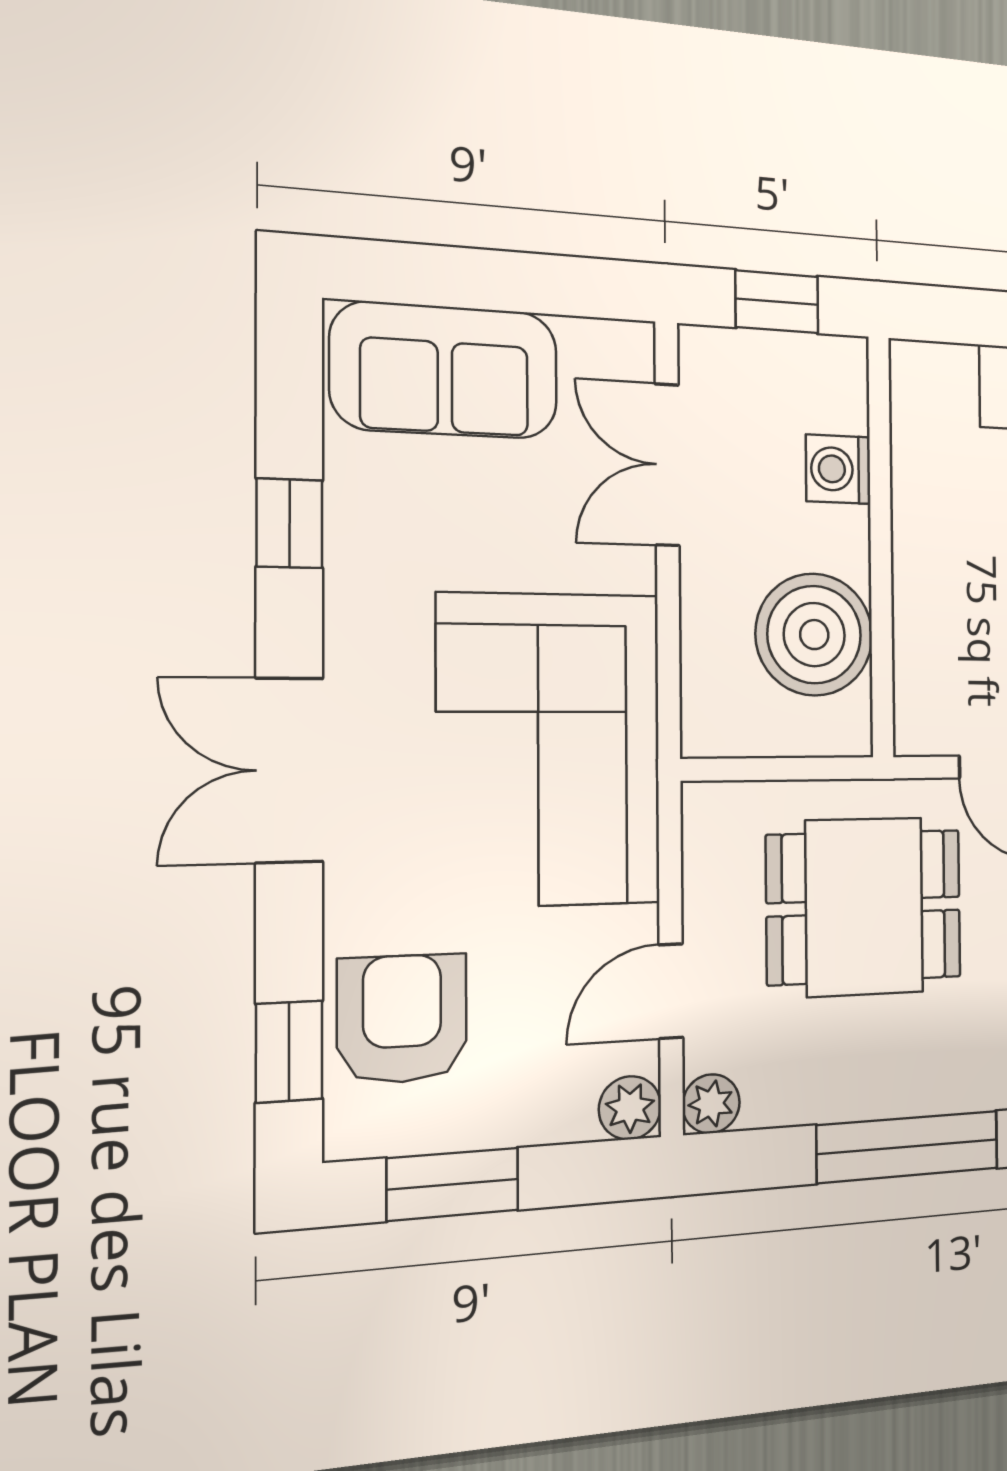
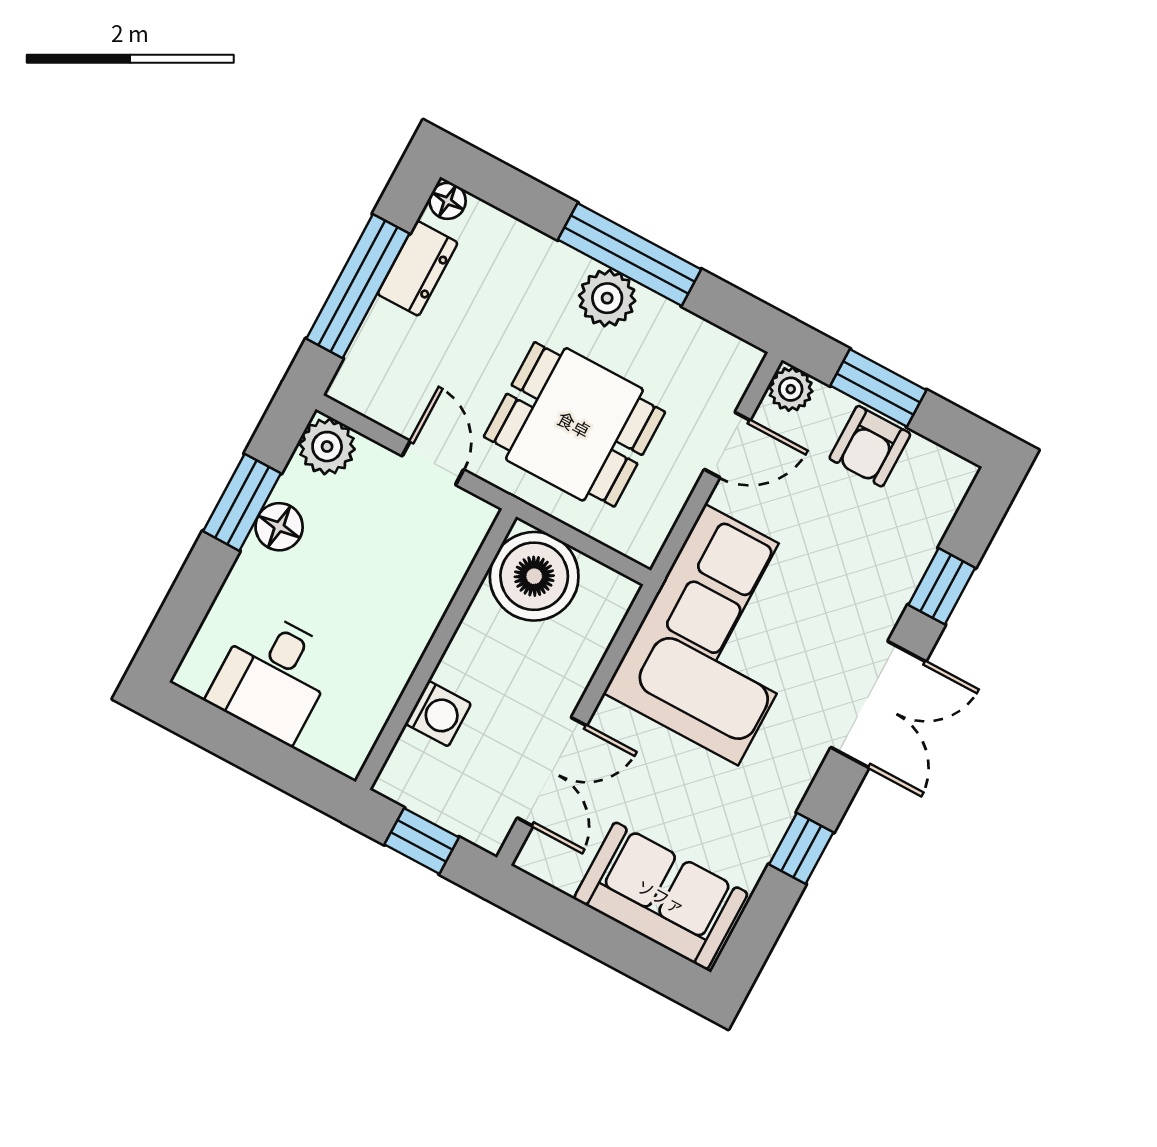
boiler: (814, 635) -> (534, 576), moved
armchair: (402, 1019) -> (870, 446), moved, width x0.72, depth x0.72
window: (289, 1052) -> (942, 586), moved
plant: (711, 1104) -> (607, 298), moved, width x1.38, depth x1.38
window: (453, 1184) -> (878, 388), moved

